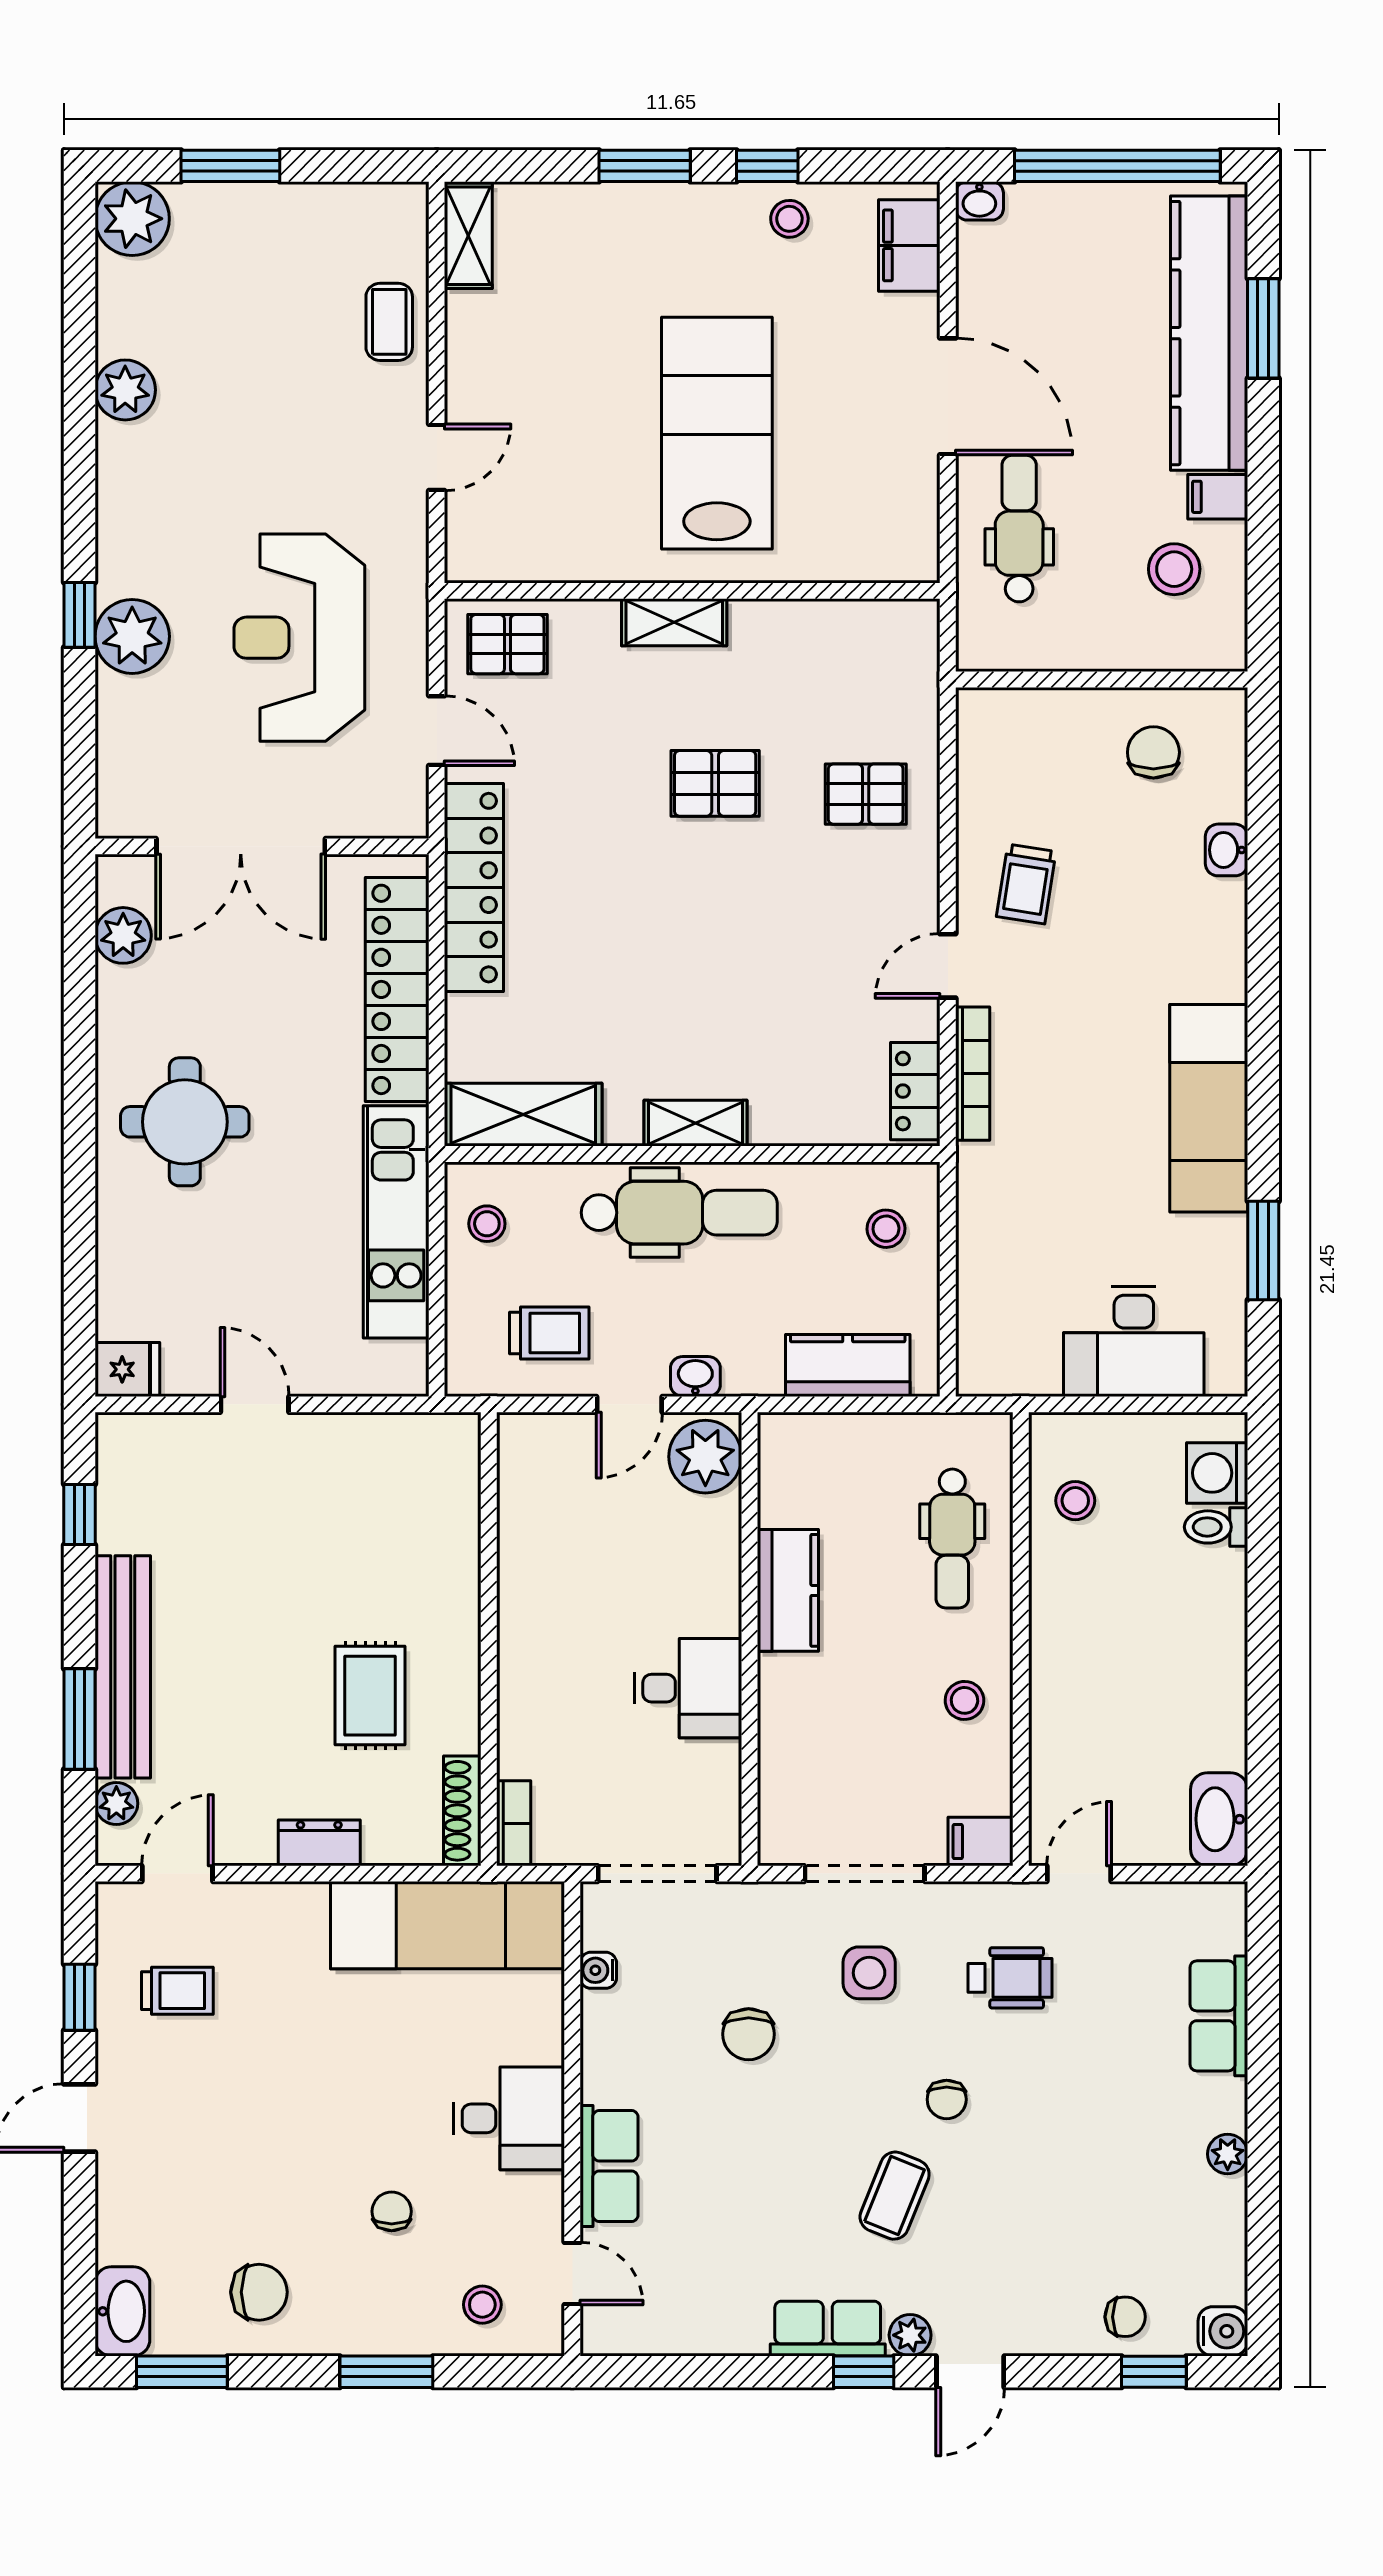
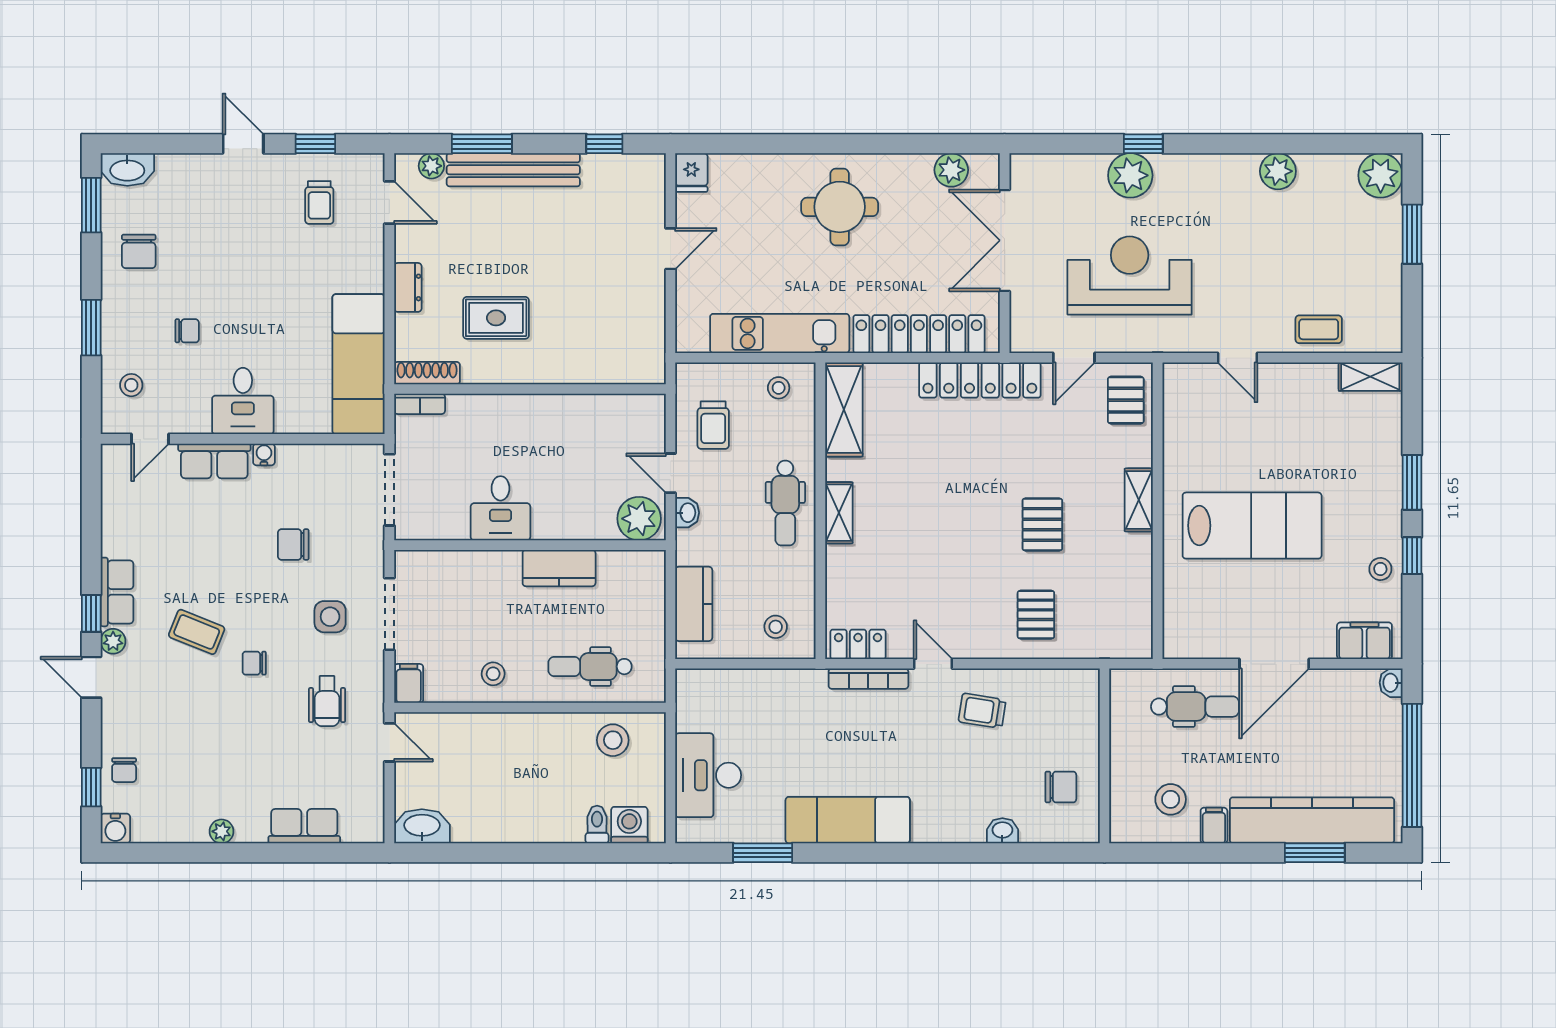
dental chair: (679, 1213) -> (785, 503), width x0.73, depth x0.72
stool: (1075, 1501) -> (613, 740), width x1.37, depth x1.37
water cooler: (598, 1970) -> (264, 454), moved

